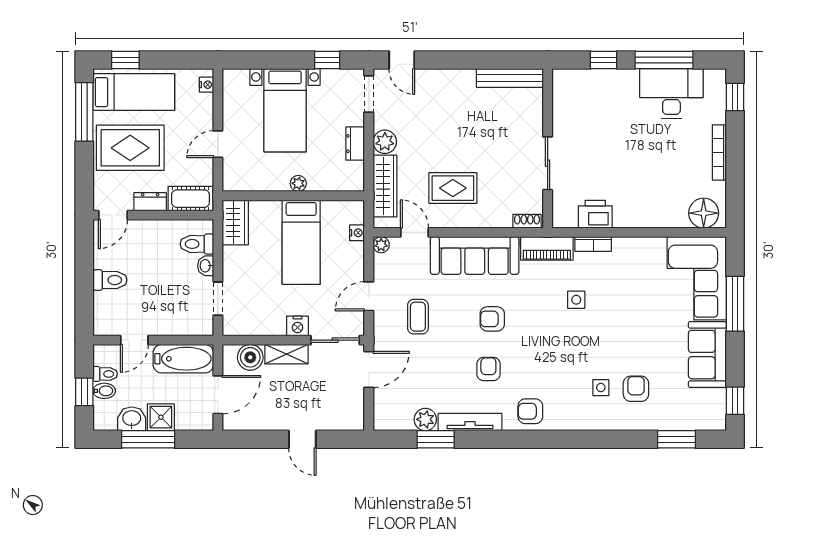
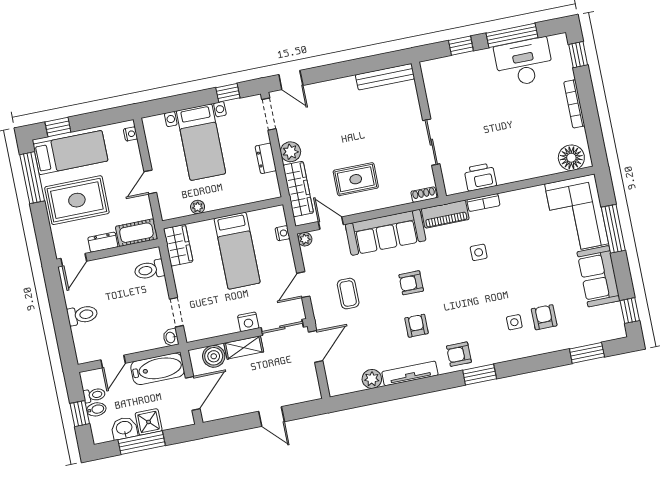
plant: (298, 183) -> (198, 207), moved
washbasin: (206, 266) -> (171, 337), moved
window: (436, 439) -> (480, 375), moved

